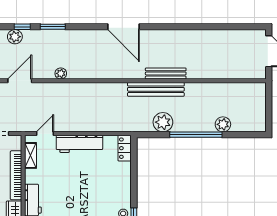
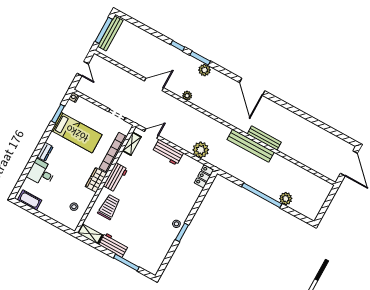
plant: (15, 37) -> (204, 70), moved
plant: (163, 122) -> (201, 150), moved
workbench: (79, 144) -> (168, 152), width x0.73

